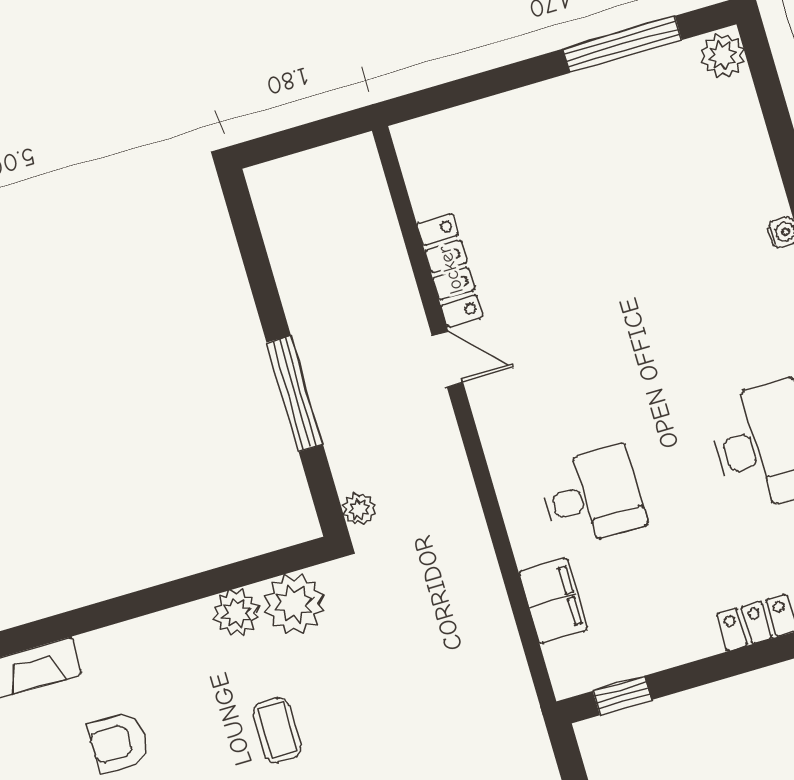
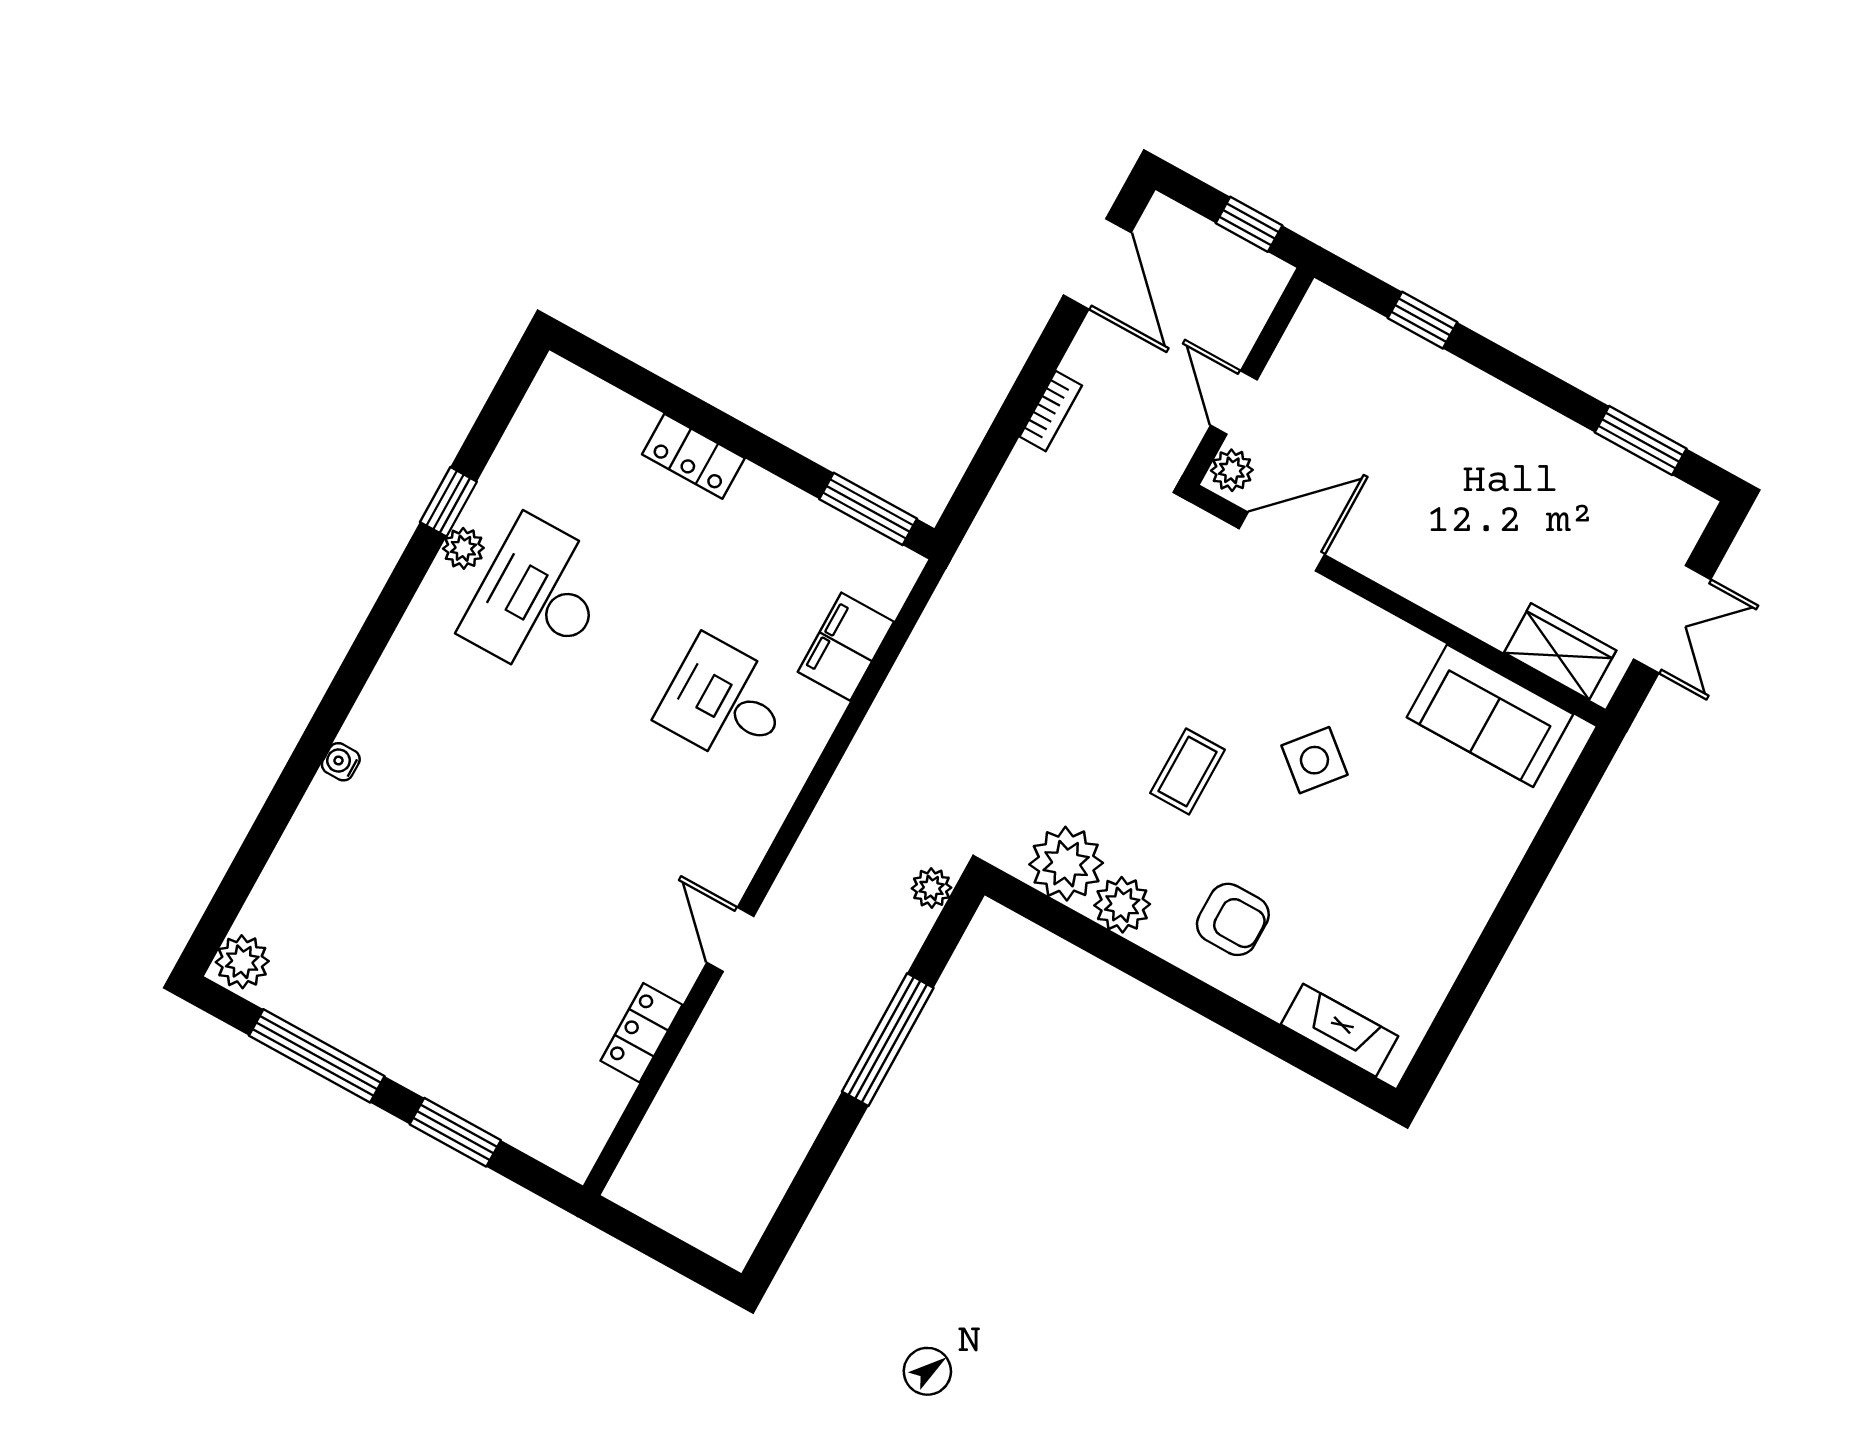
window: (495, 82) -> (455, 1132), added
locker: (450, 270) -> (642, 1033), width x0.66
window: (622, 695) -> (868, 509), width x1.50
armchair: (118, 742) -> (1233, 919), moved

